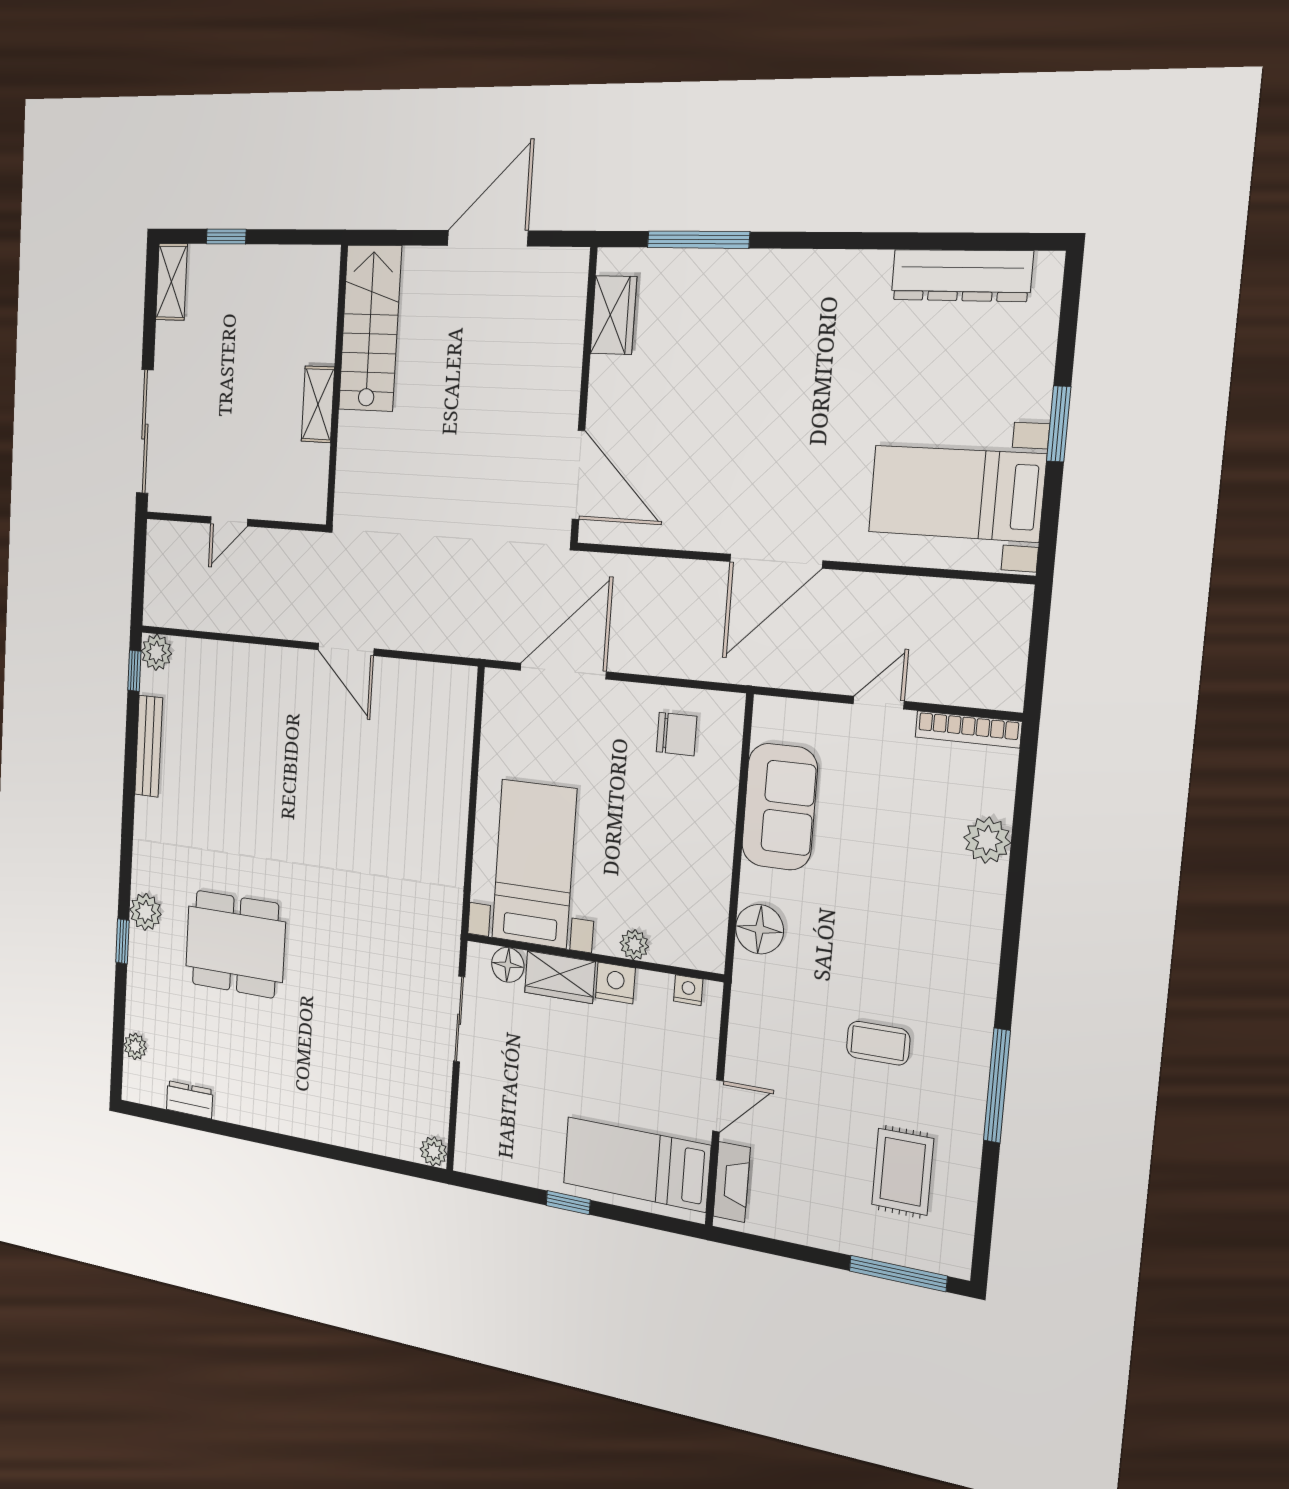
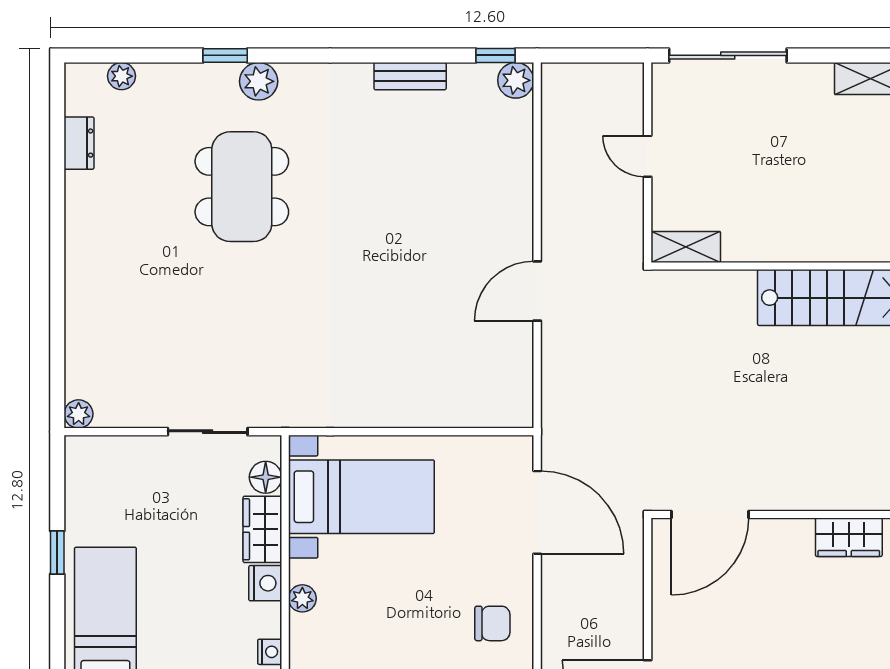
shelving: (318, 404) -> (686, 247), moved
chair: (677, 734) -> (492, 623), turned -90
bench: (149, 746) -> (410, 76), width x0.73

